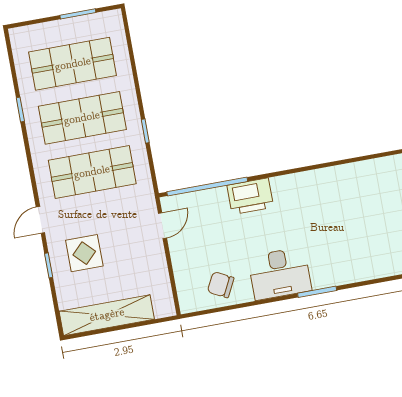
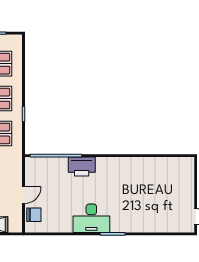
door: (162, 226) -> (23, 195), moved
chair: (221, 285) -> (34, 215), moved, turned 153

